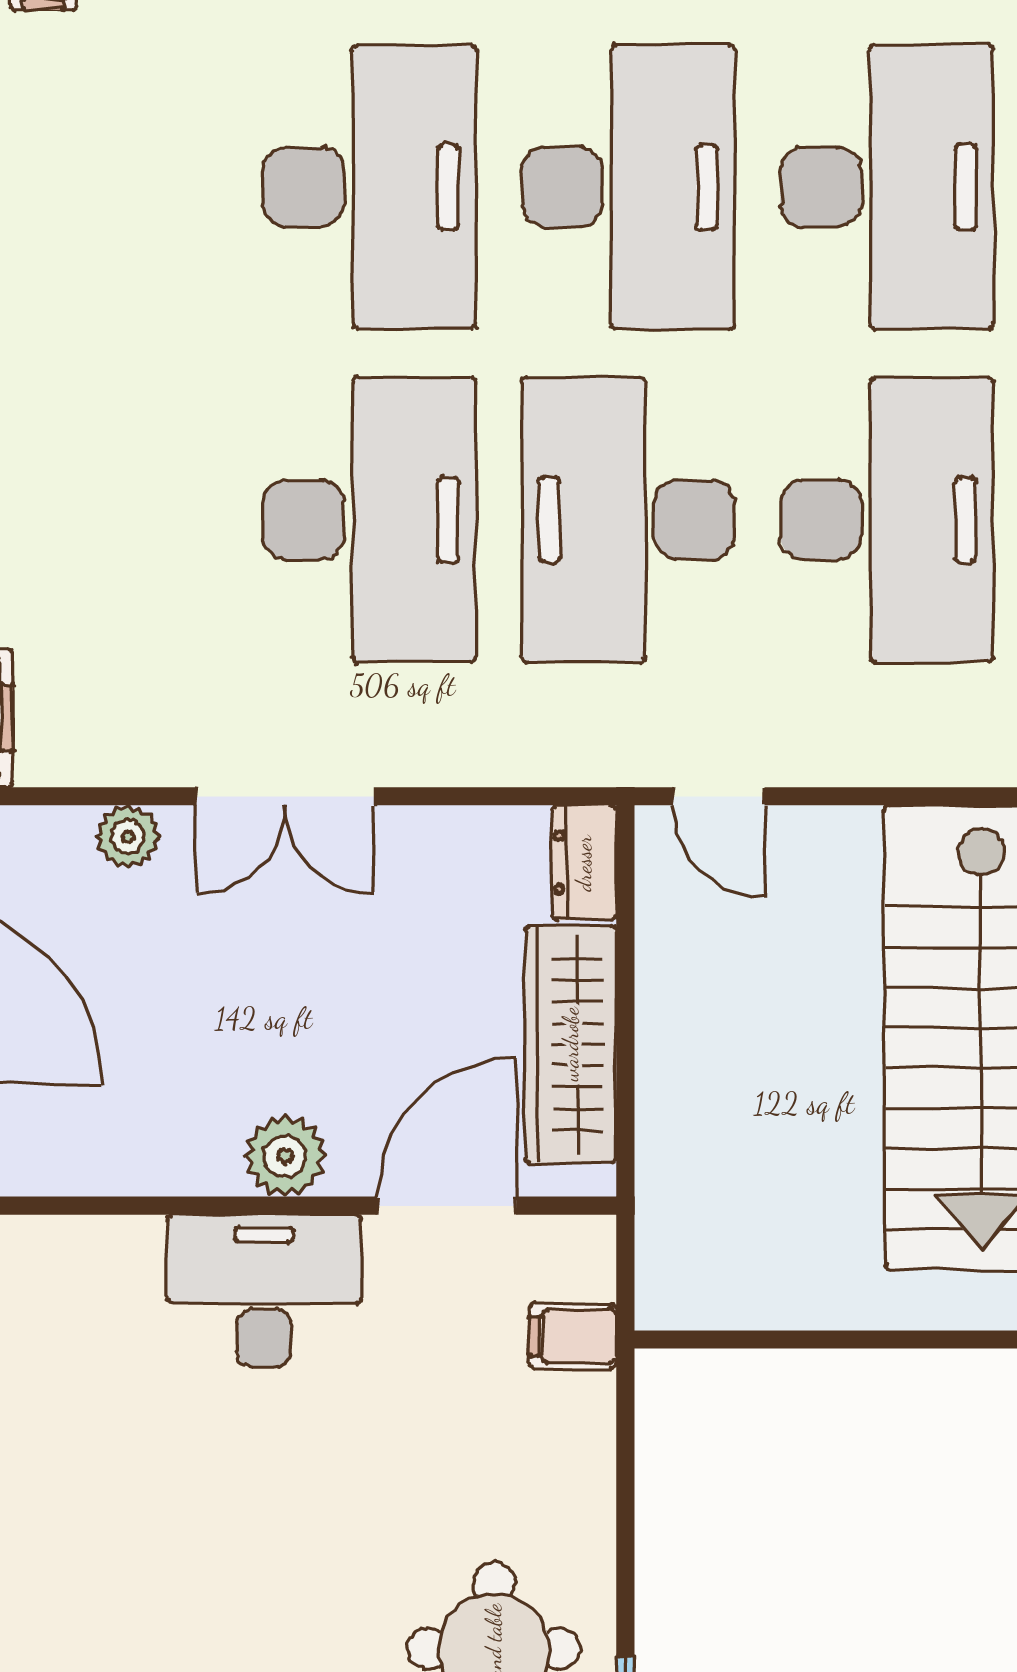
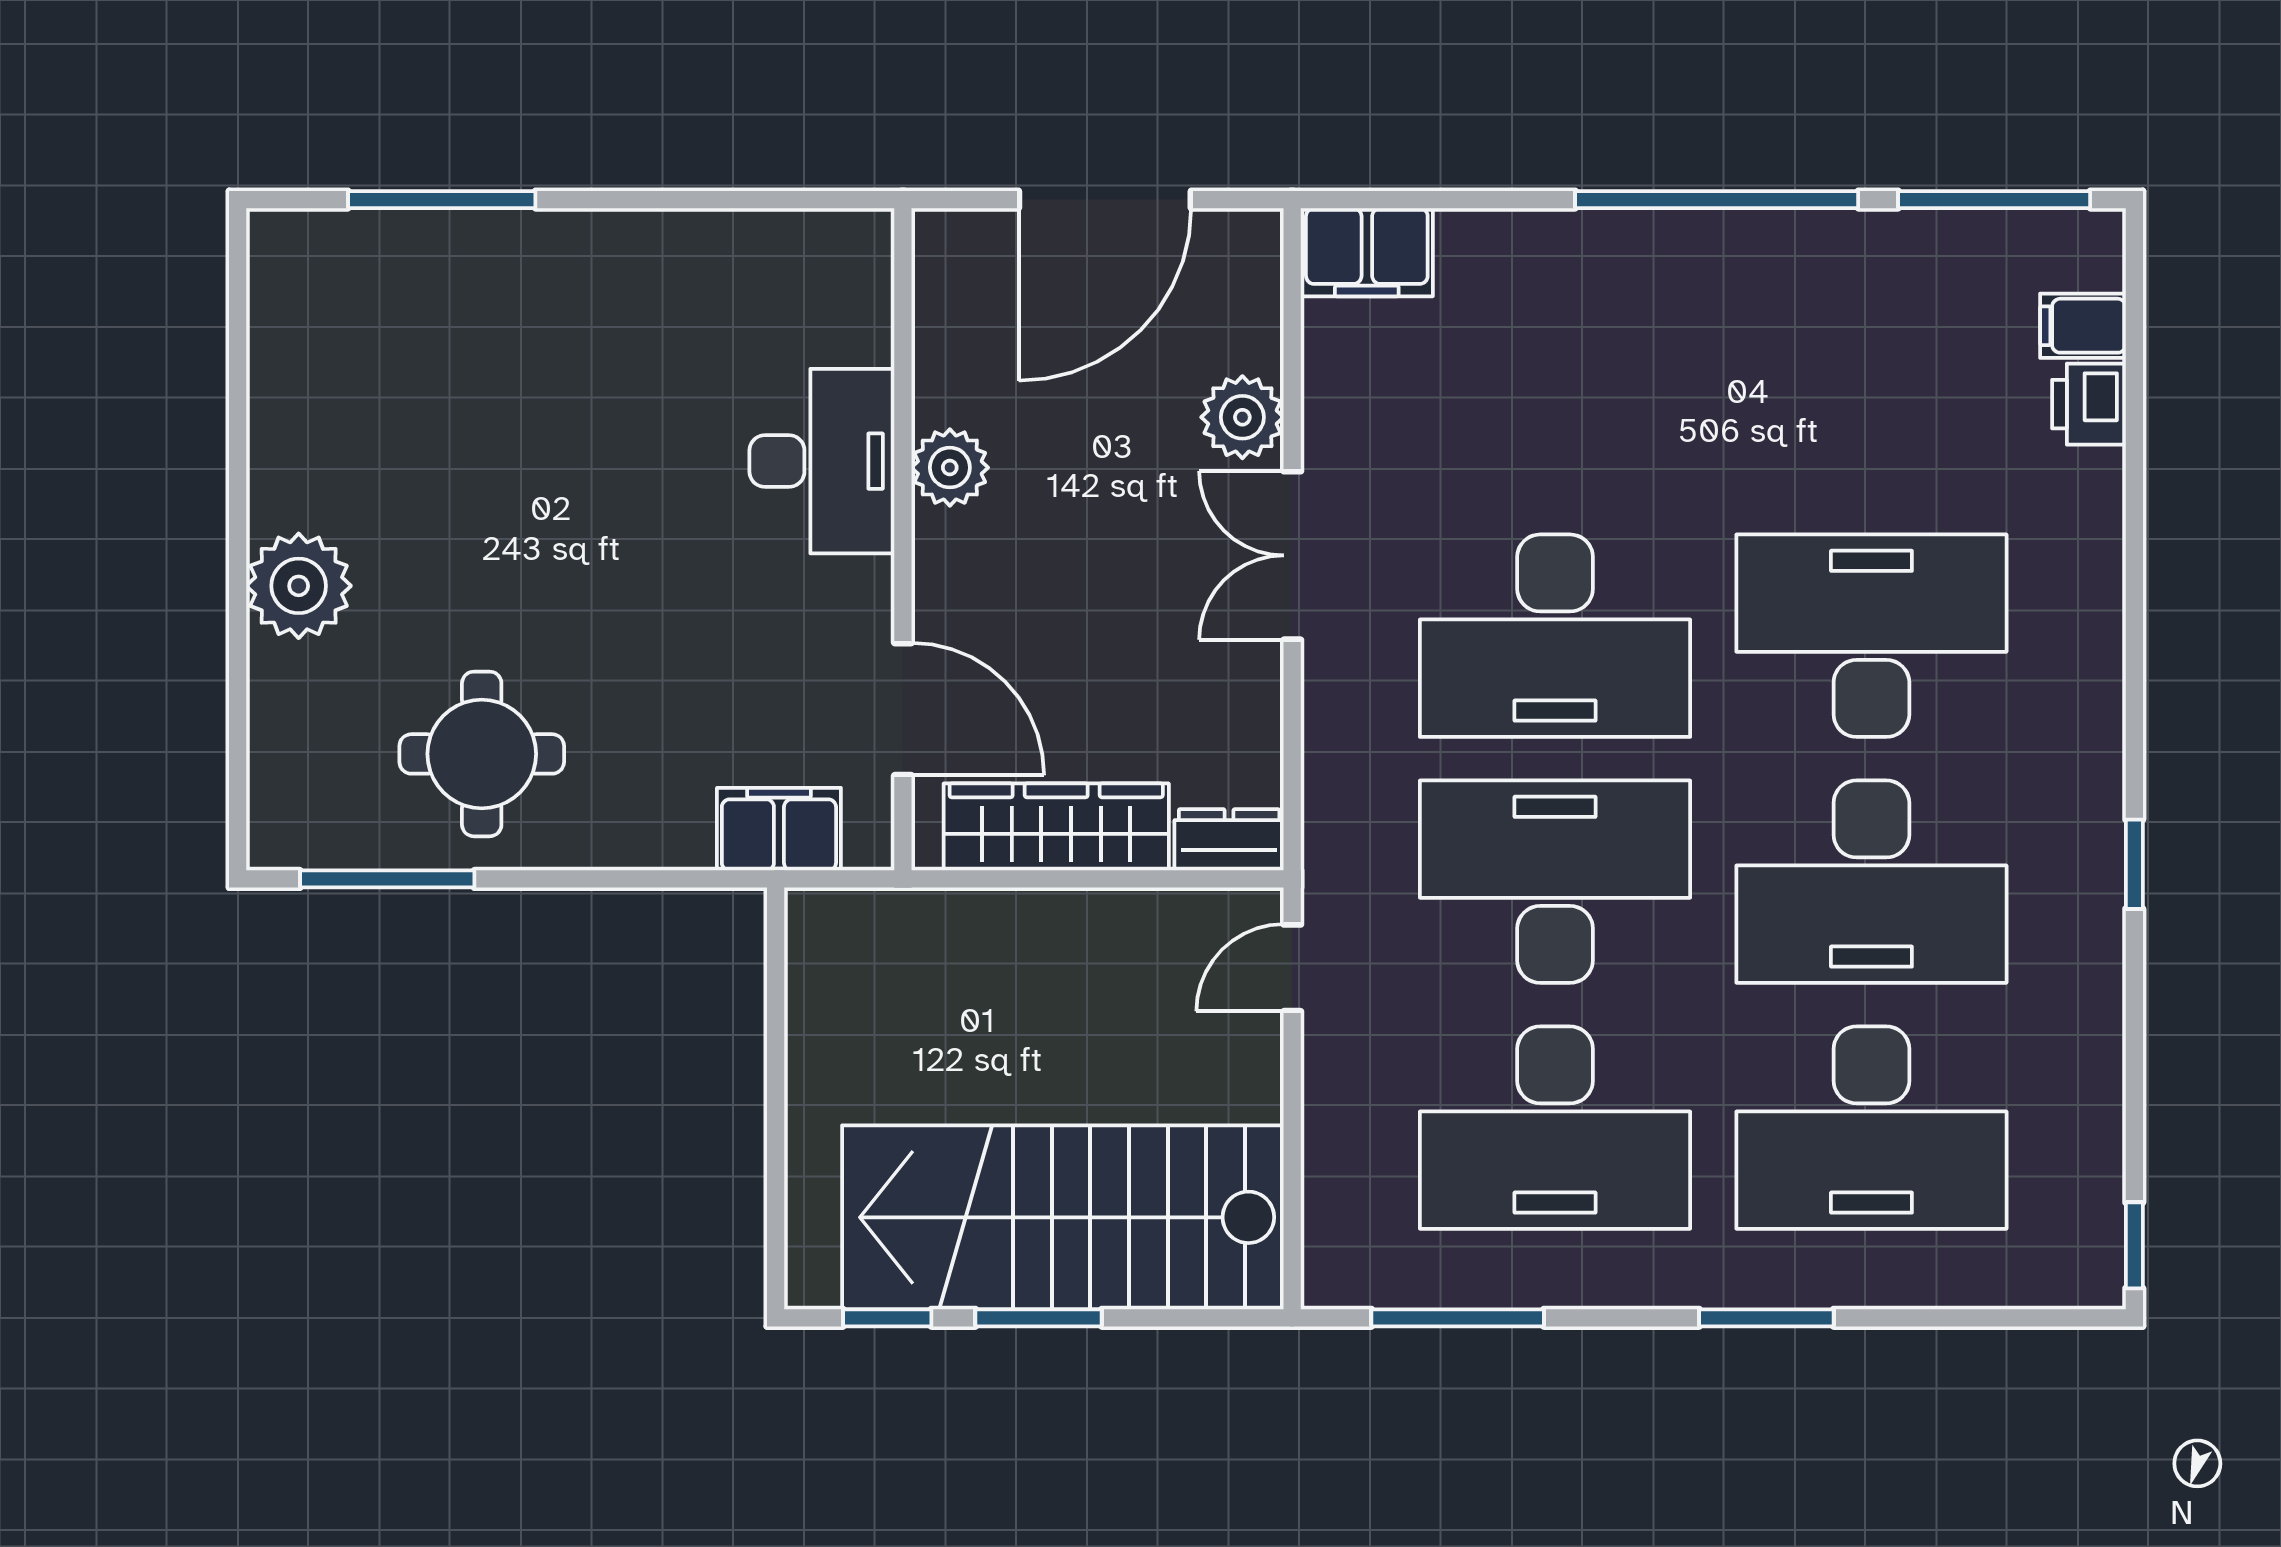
desk: (369, 187) -> (1871, 636), turned 180
plant: (128, 837) -> (1242, 417), width x1.38, depth x1.38
plant: (285, 1156) -> (950, 468), moved
desk: (264, 1291) -> (822, 461), moved
filing cabinet: (573, 1336) -> (779, 829), width x2.00

